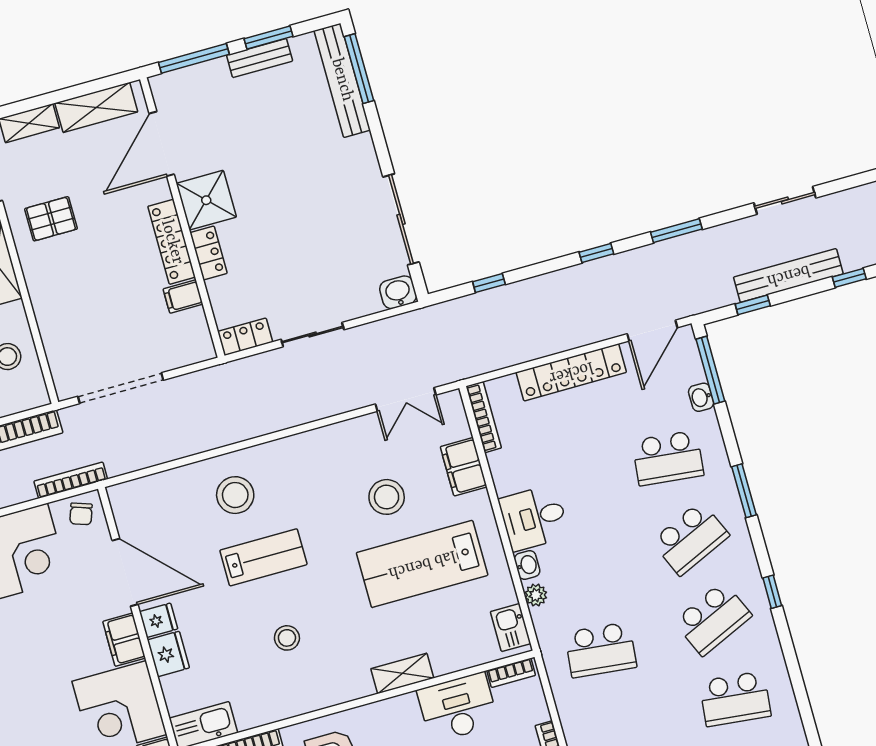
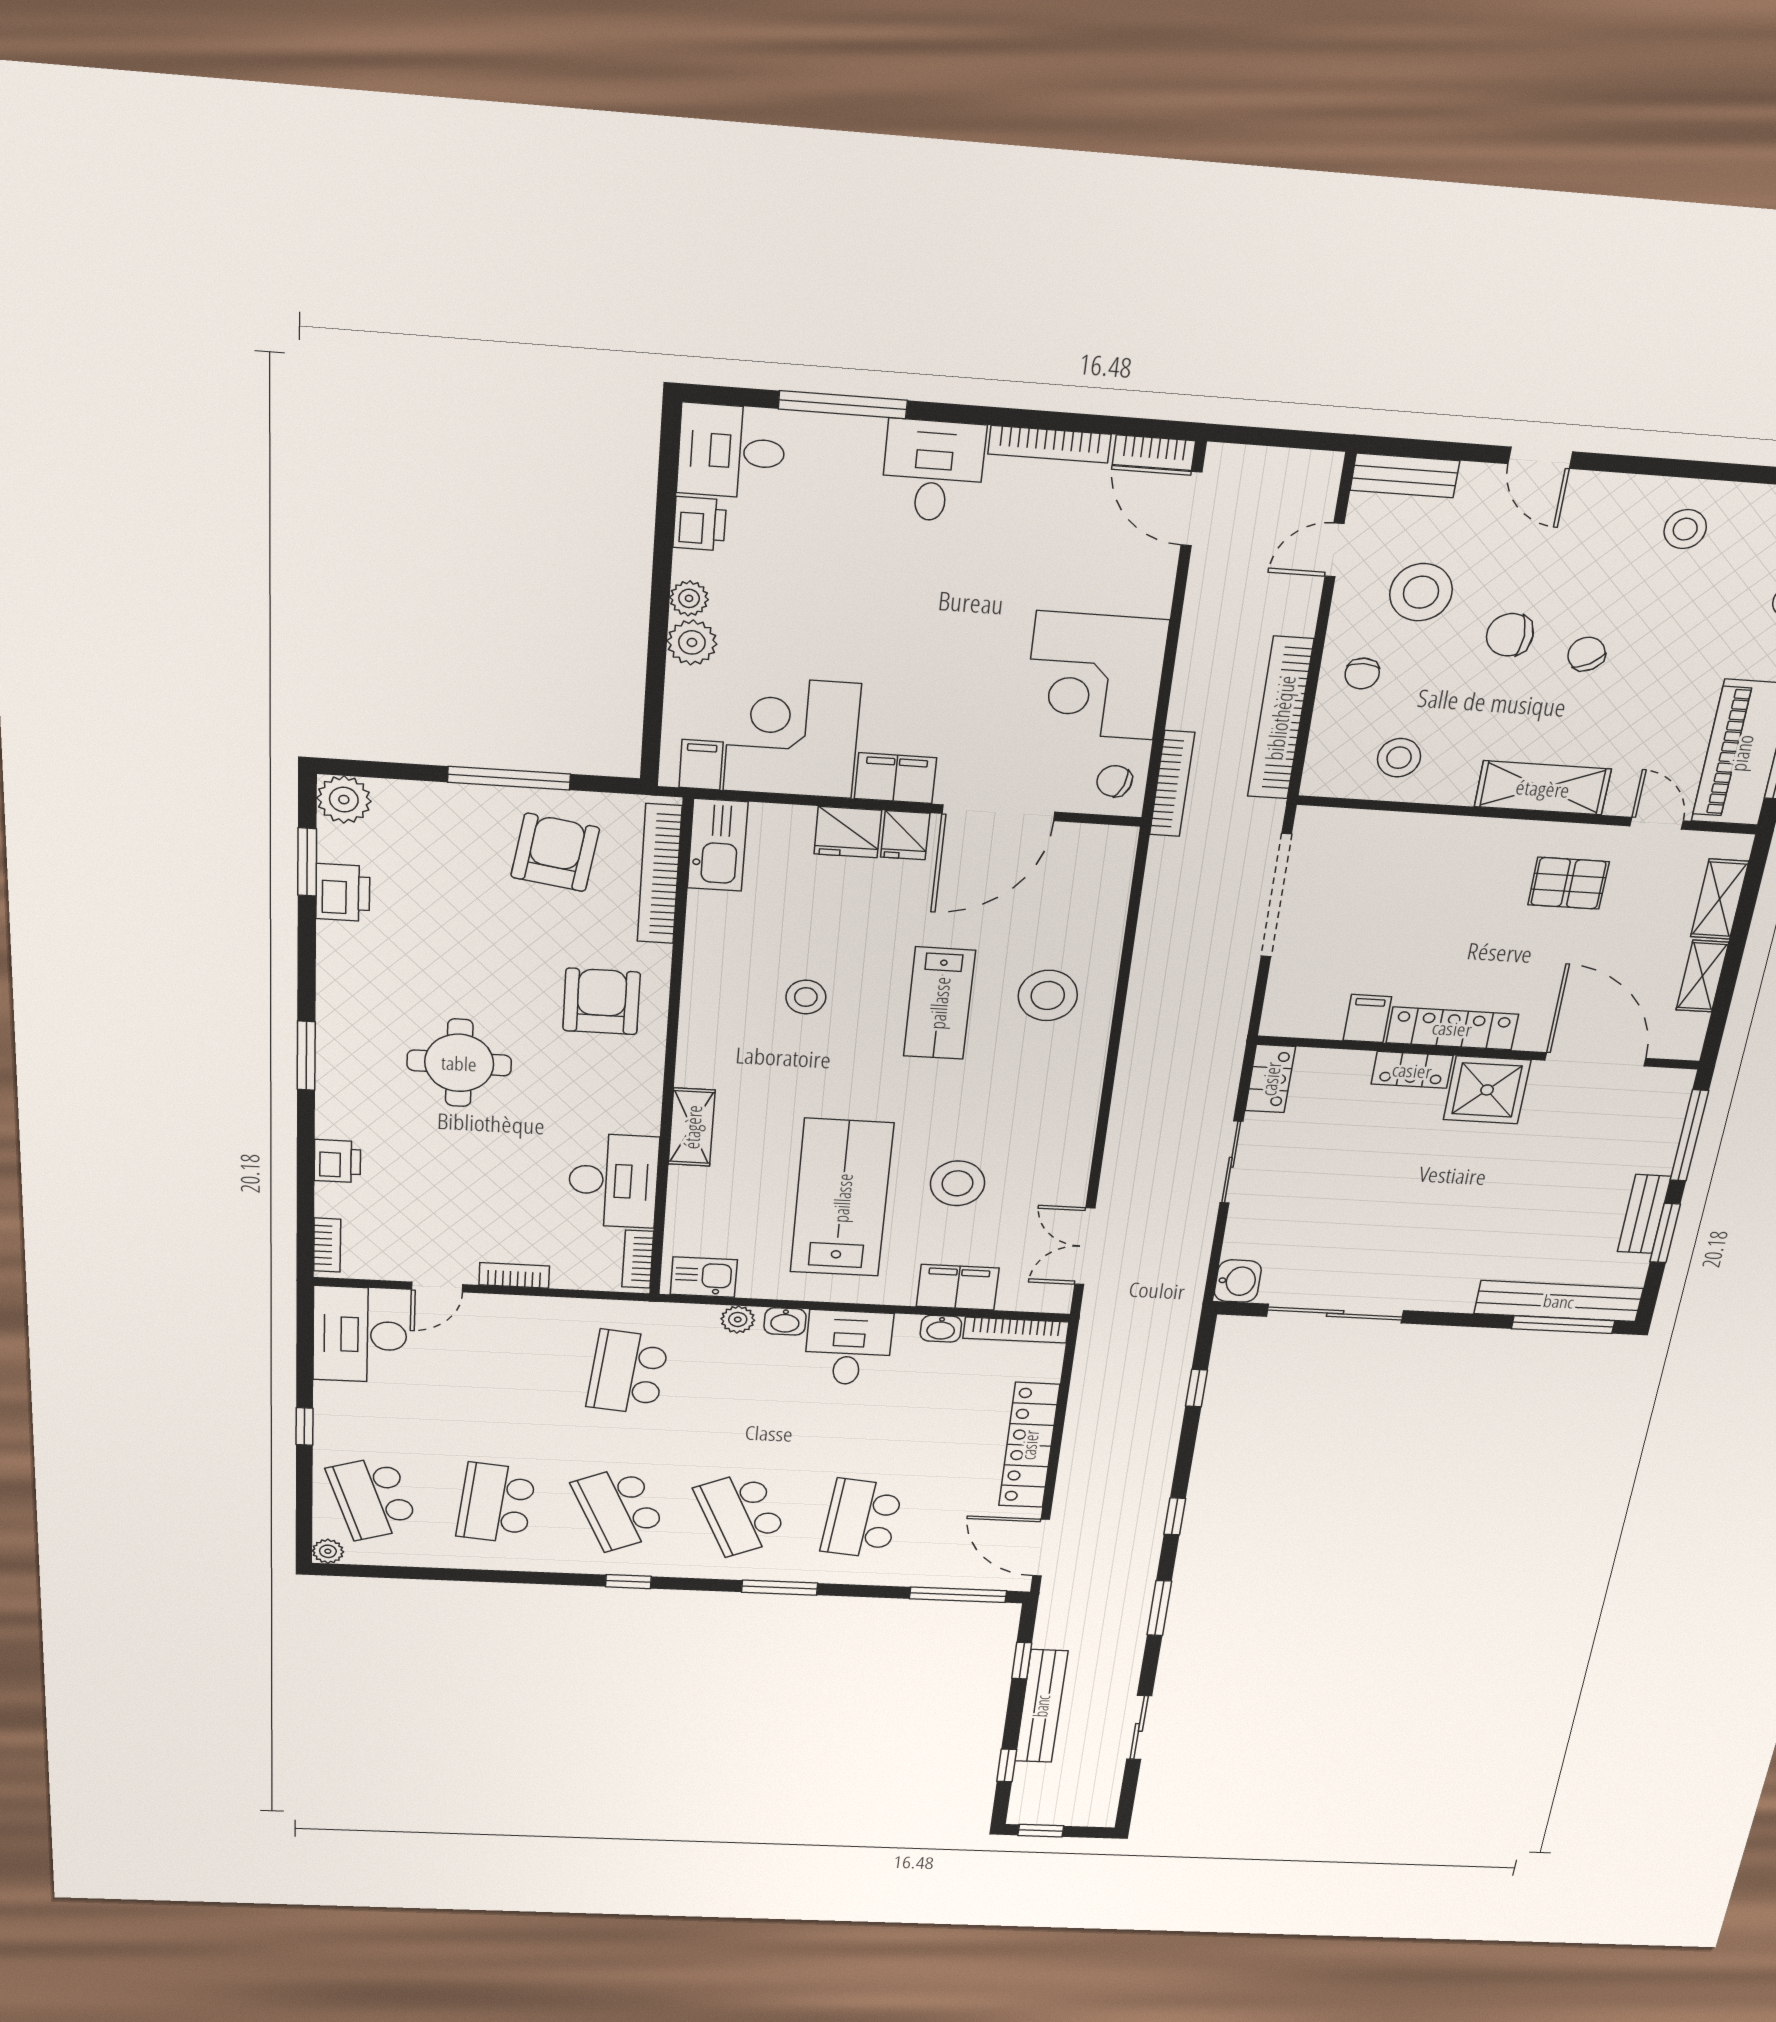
shelving: (96, 107) -> (1702, 976), width x0.67, depth x0.75
pallet: (51, 219) -> (1568, 883), turned 90
washbasin: (701, 397) -> (941, 1329), moved, turned 180

